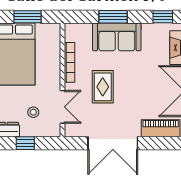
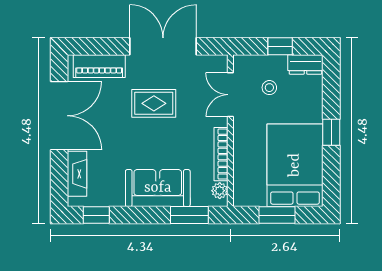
window: (113, 17) -> (189, 215), moved
plant: (70, 35) -> (220, 191), added
rug: (103, 87) -> (154, 103), moved, turned 90

